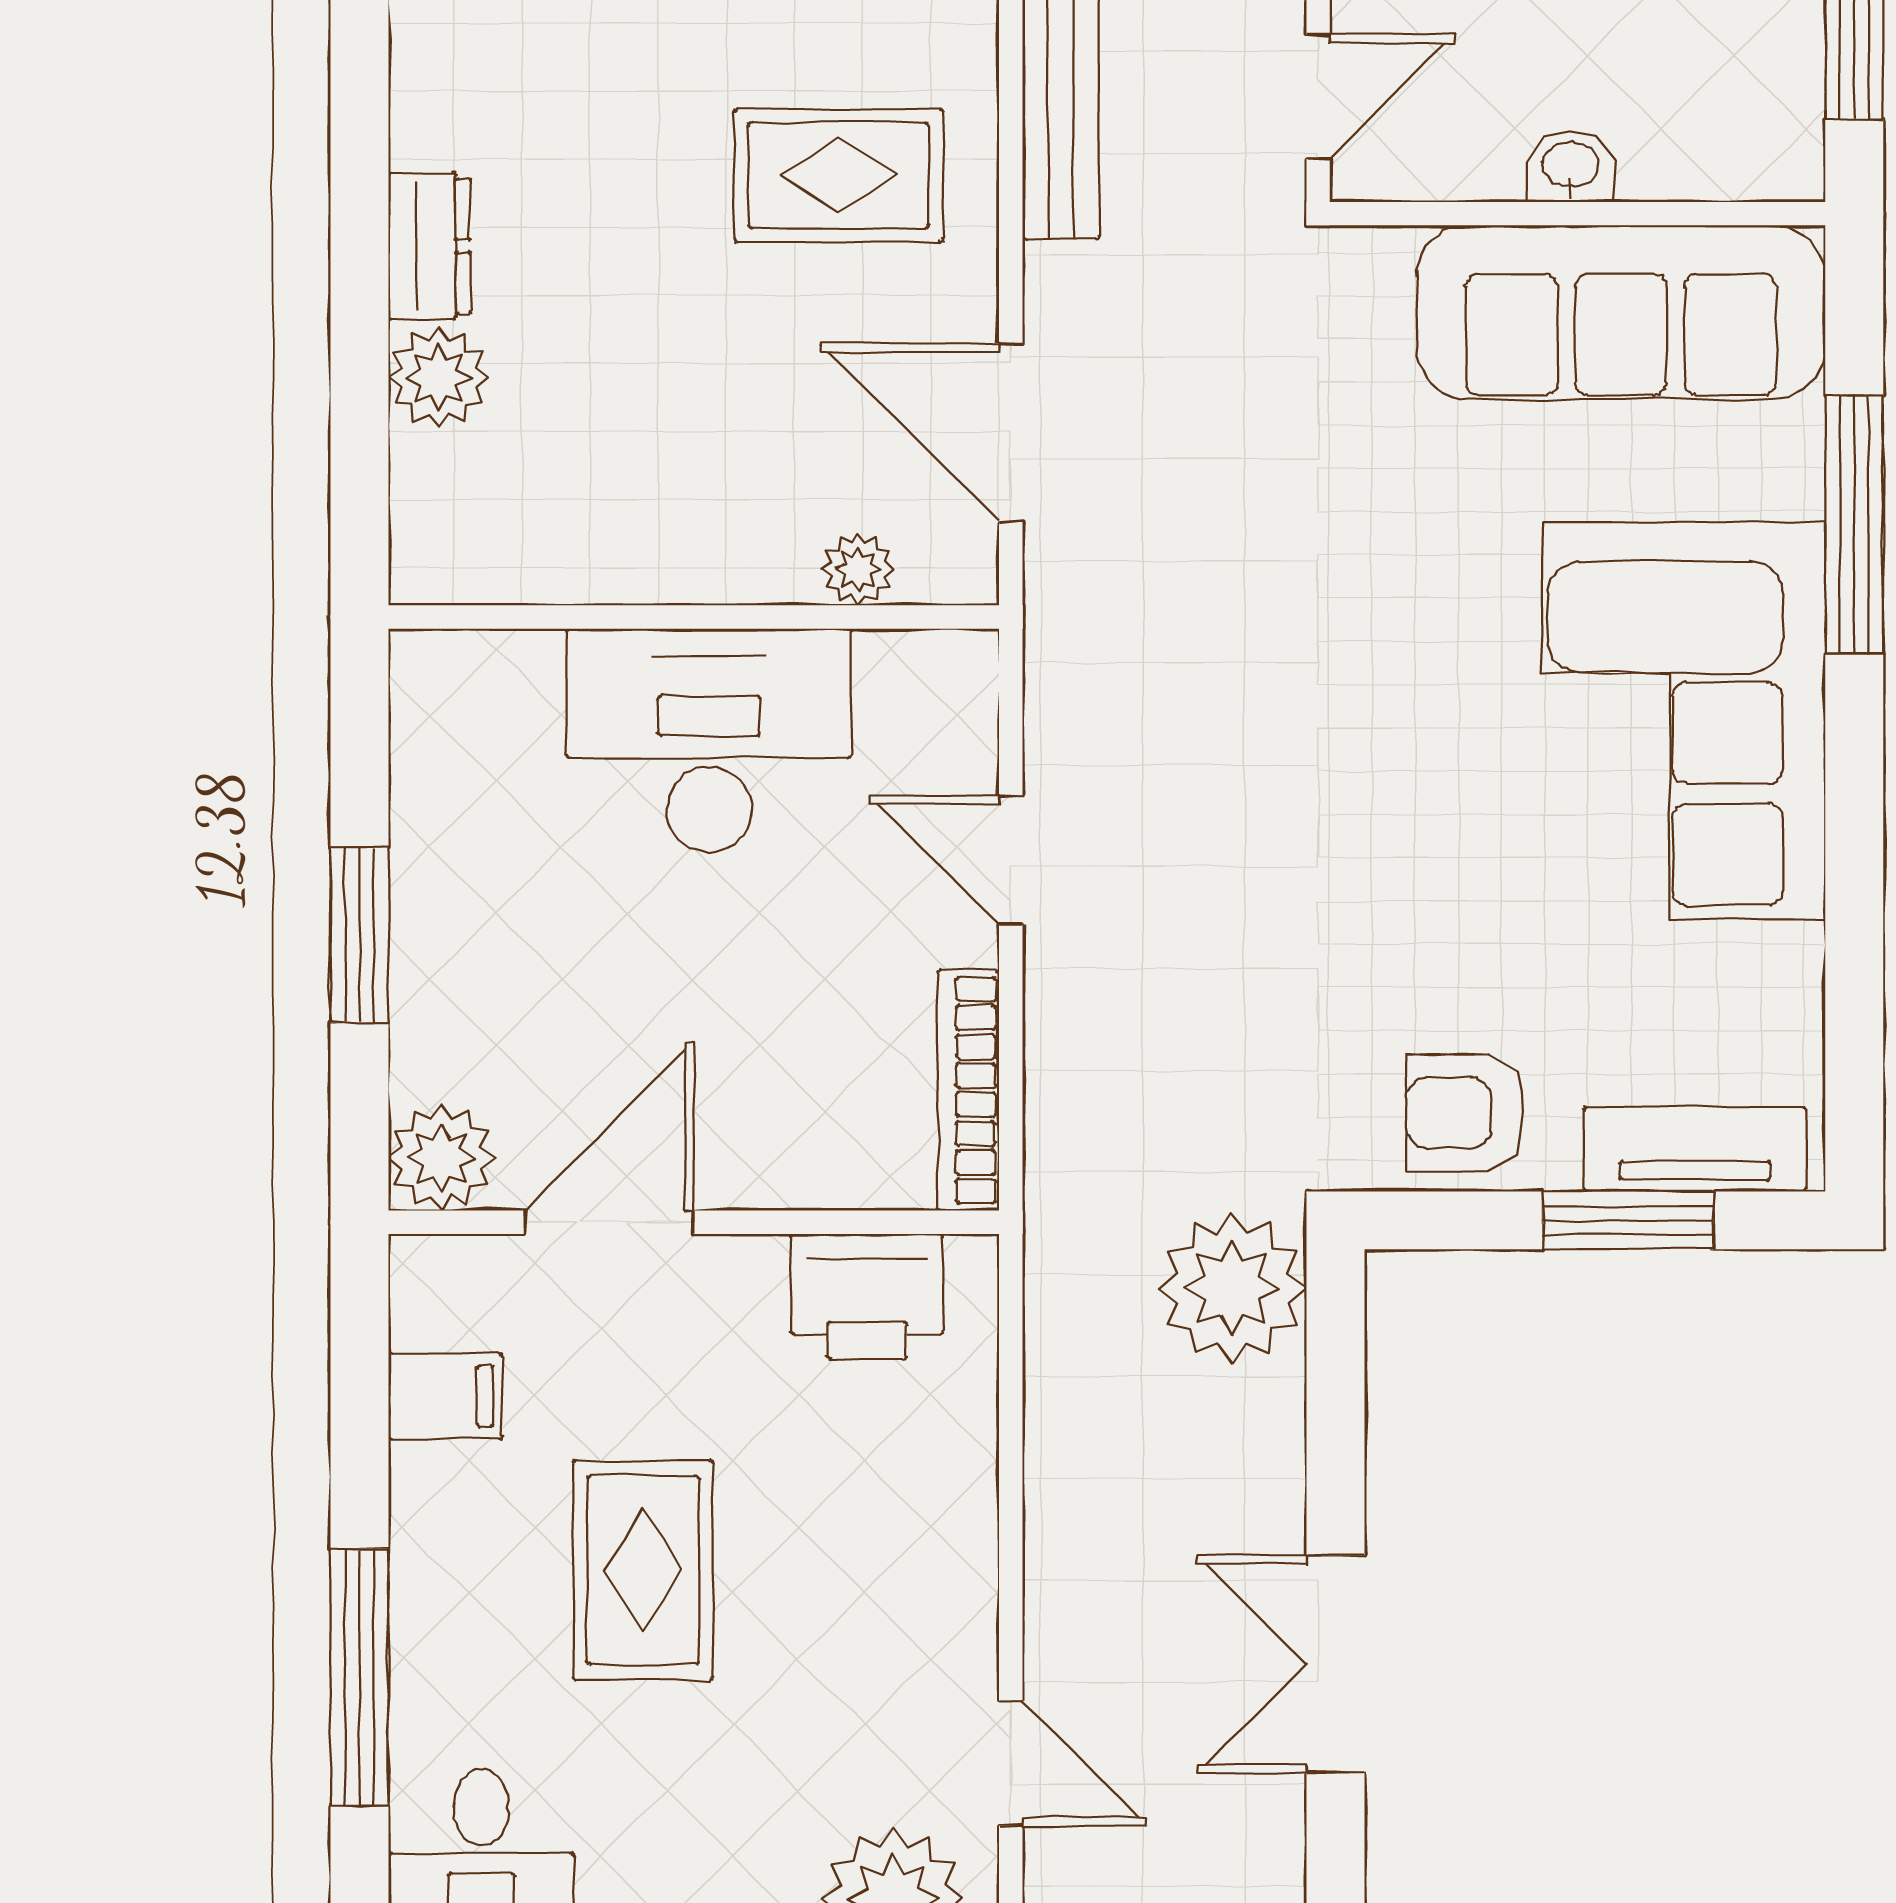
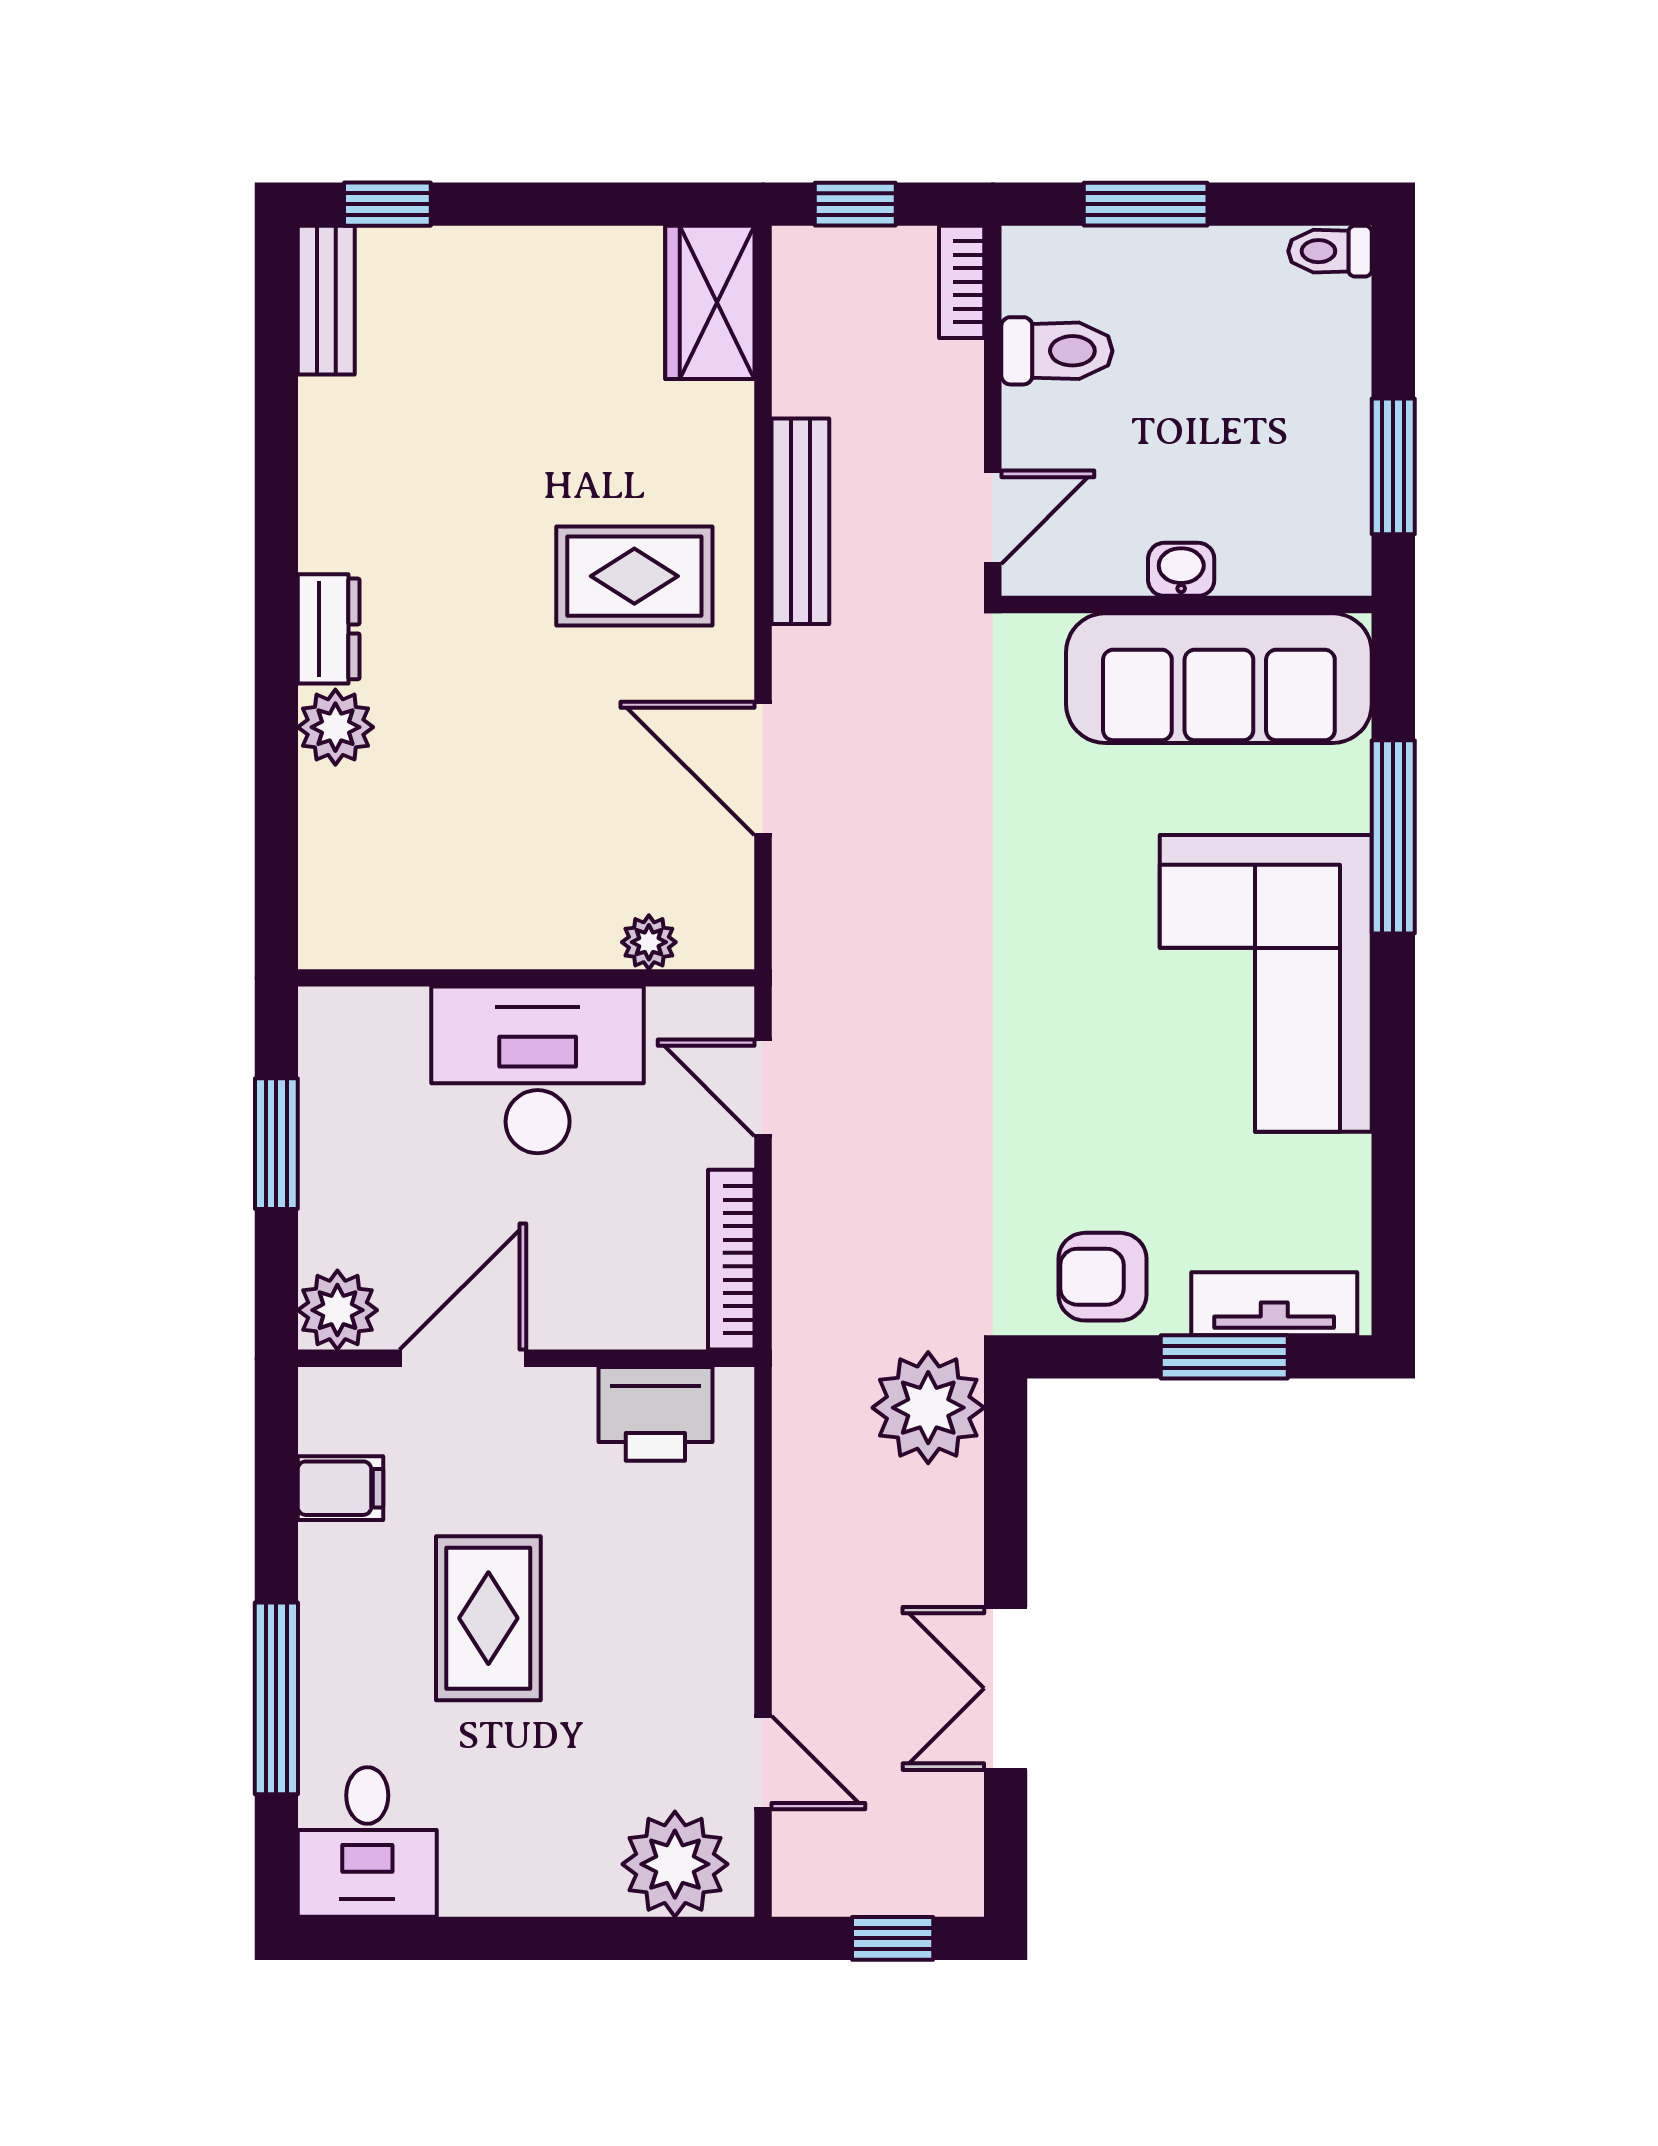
plant: (858, 569) -> (649, 942), moved
wall: (694, 617) -> (526, 978), moved
desk: (709, 740) -> (538, 1070), moved

